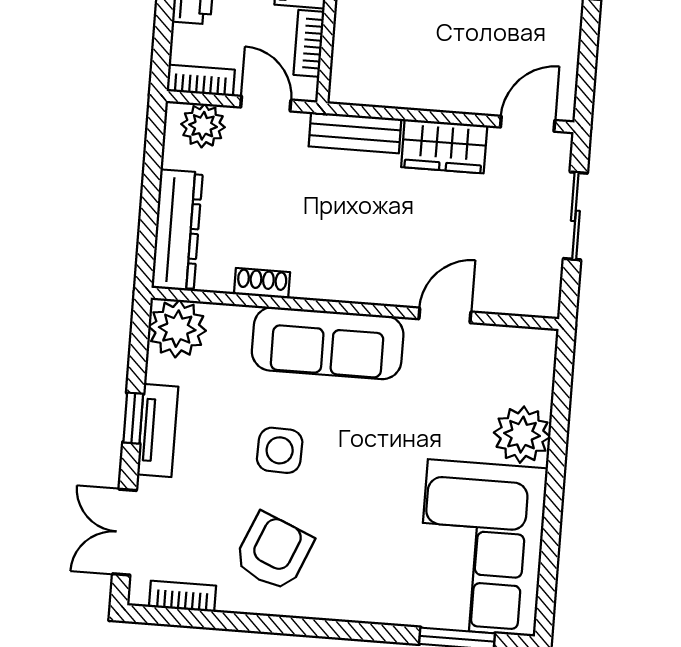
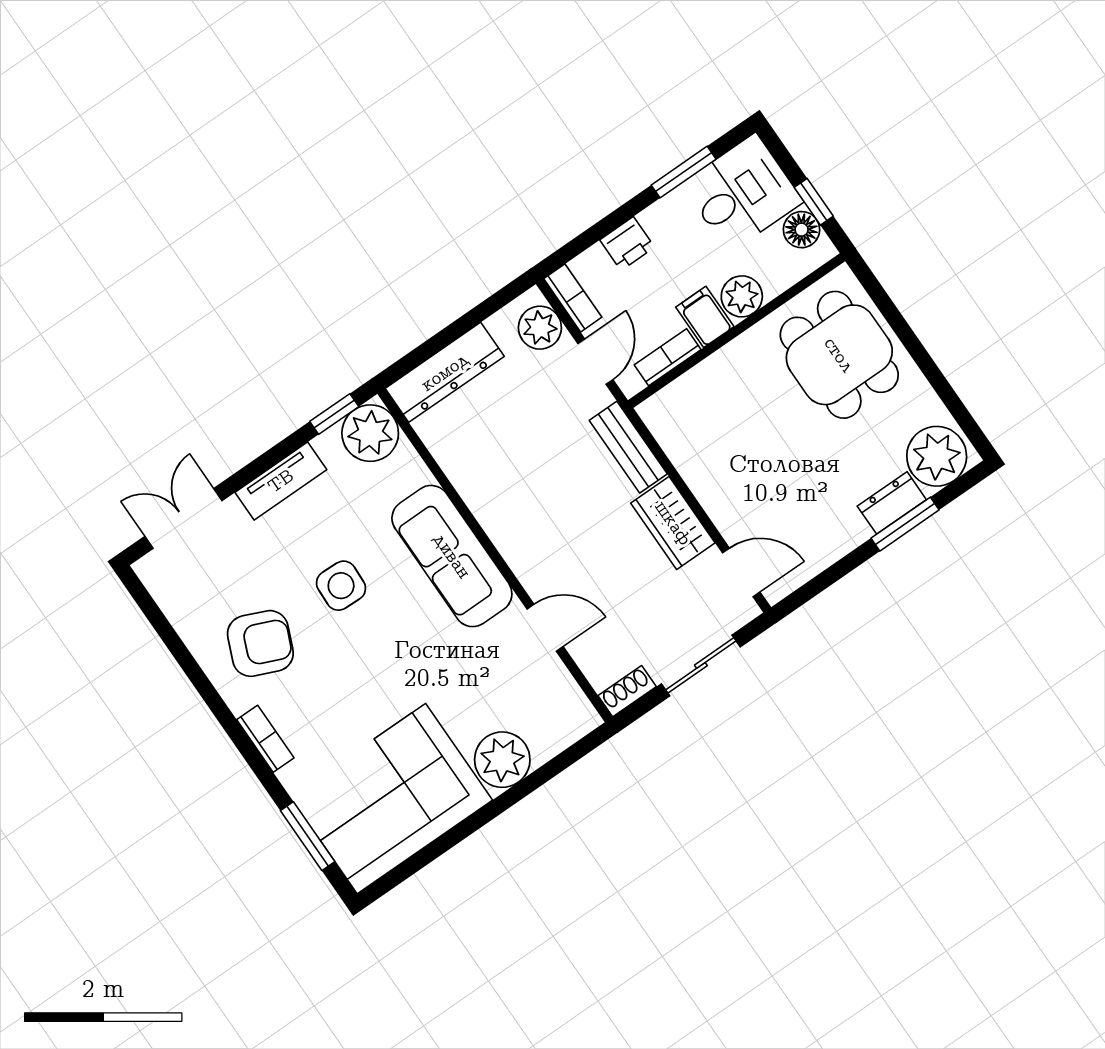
shoe rack: (262, 283) -> (627, 691), moved, turned -90
window: (133, 418) -> (334, 414), moved
bookcase: (182, 596) -> (265, 739), moved

